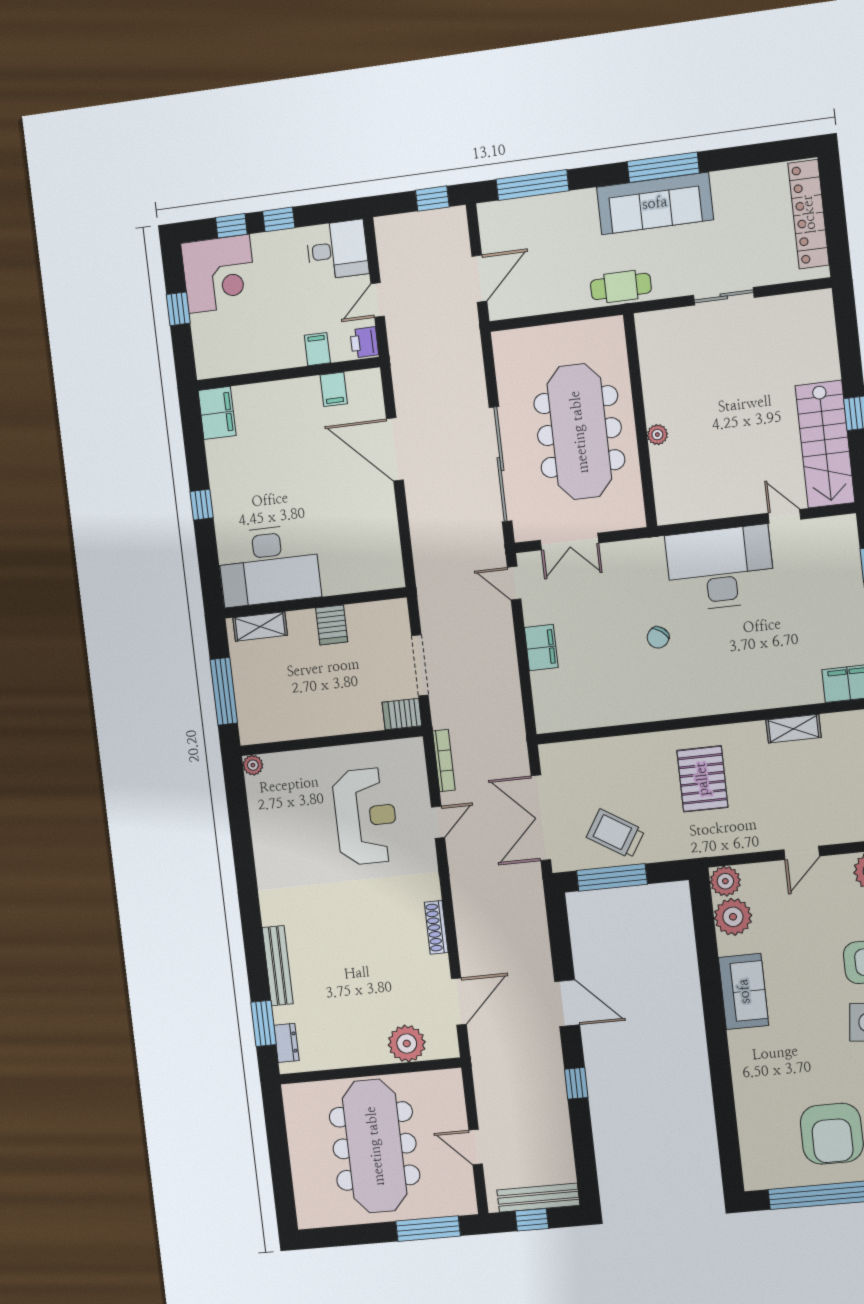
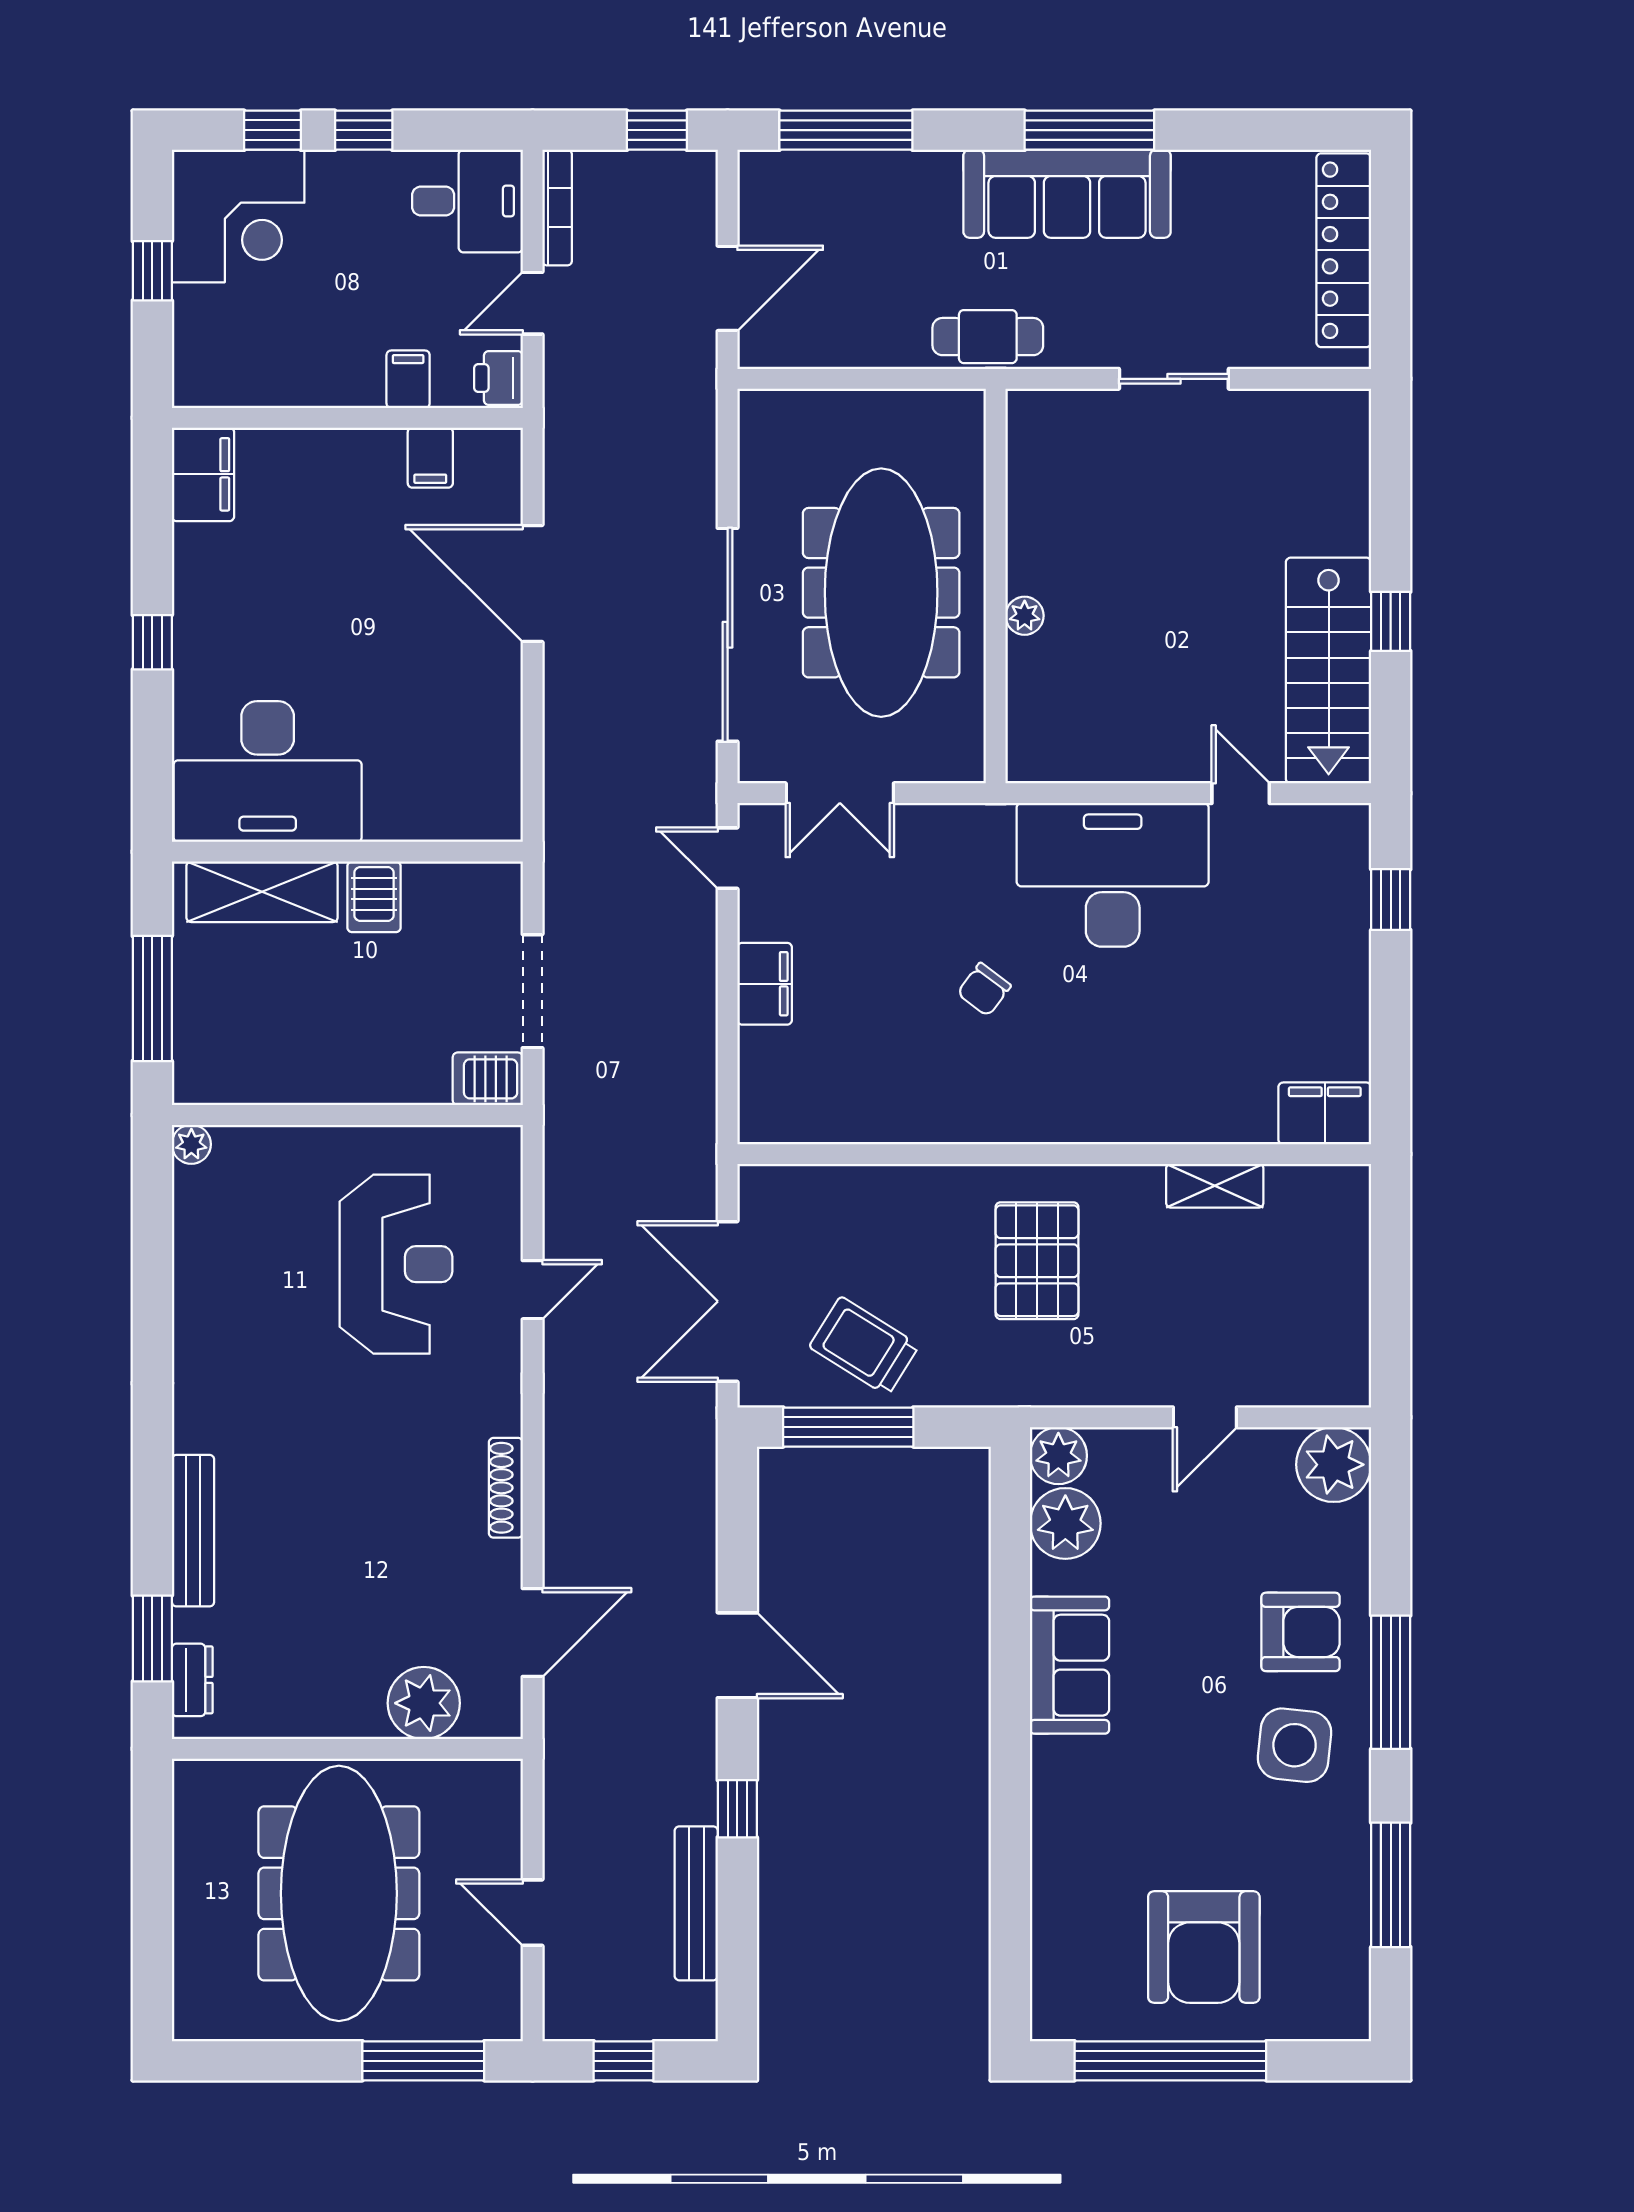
shelving: (260, 627) -> (262, 892), width x1.50, depth x1.33
bookcase: (444, 761) -> (557, 208), moved
bench: (538, 1198) -> (696, 1903), moved, turned 90

